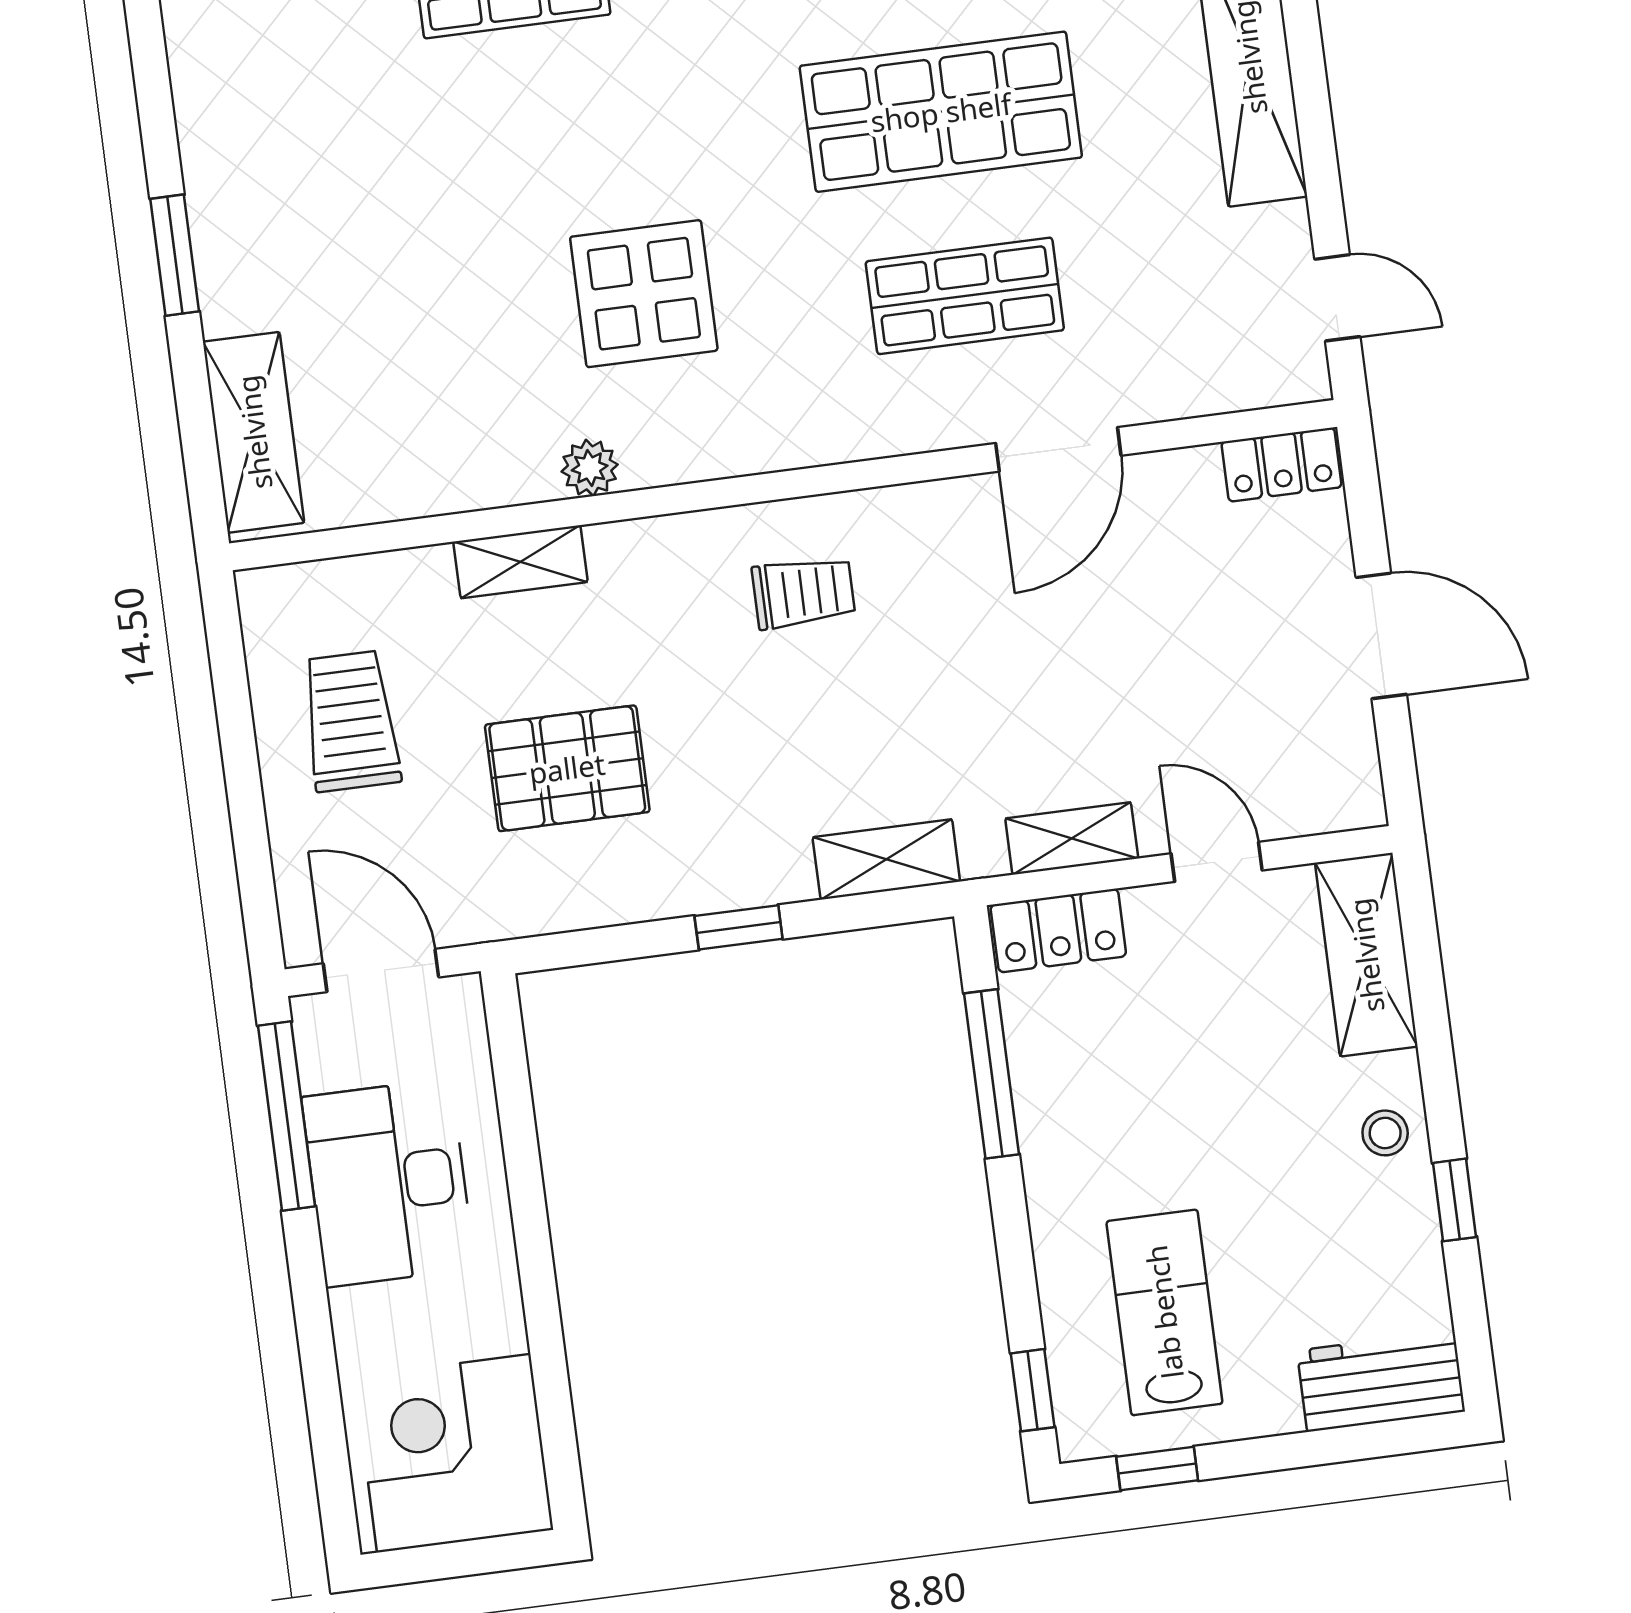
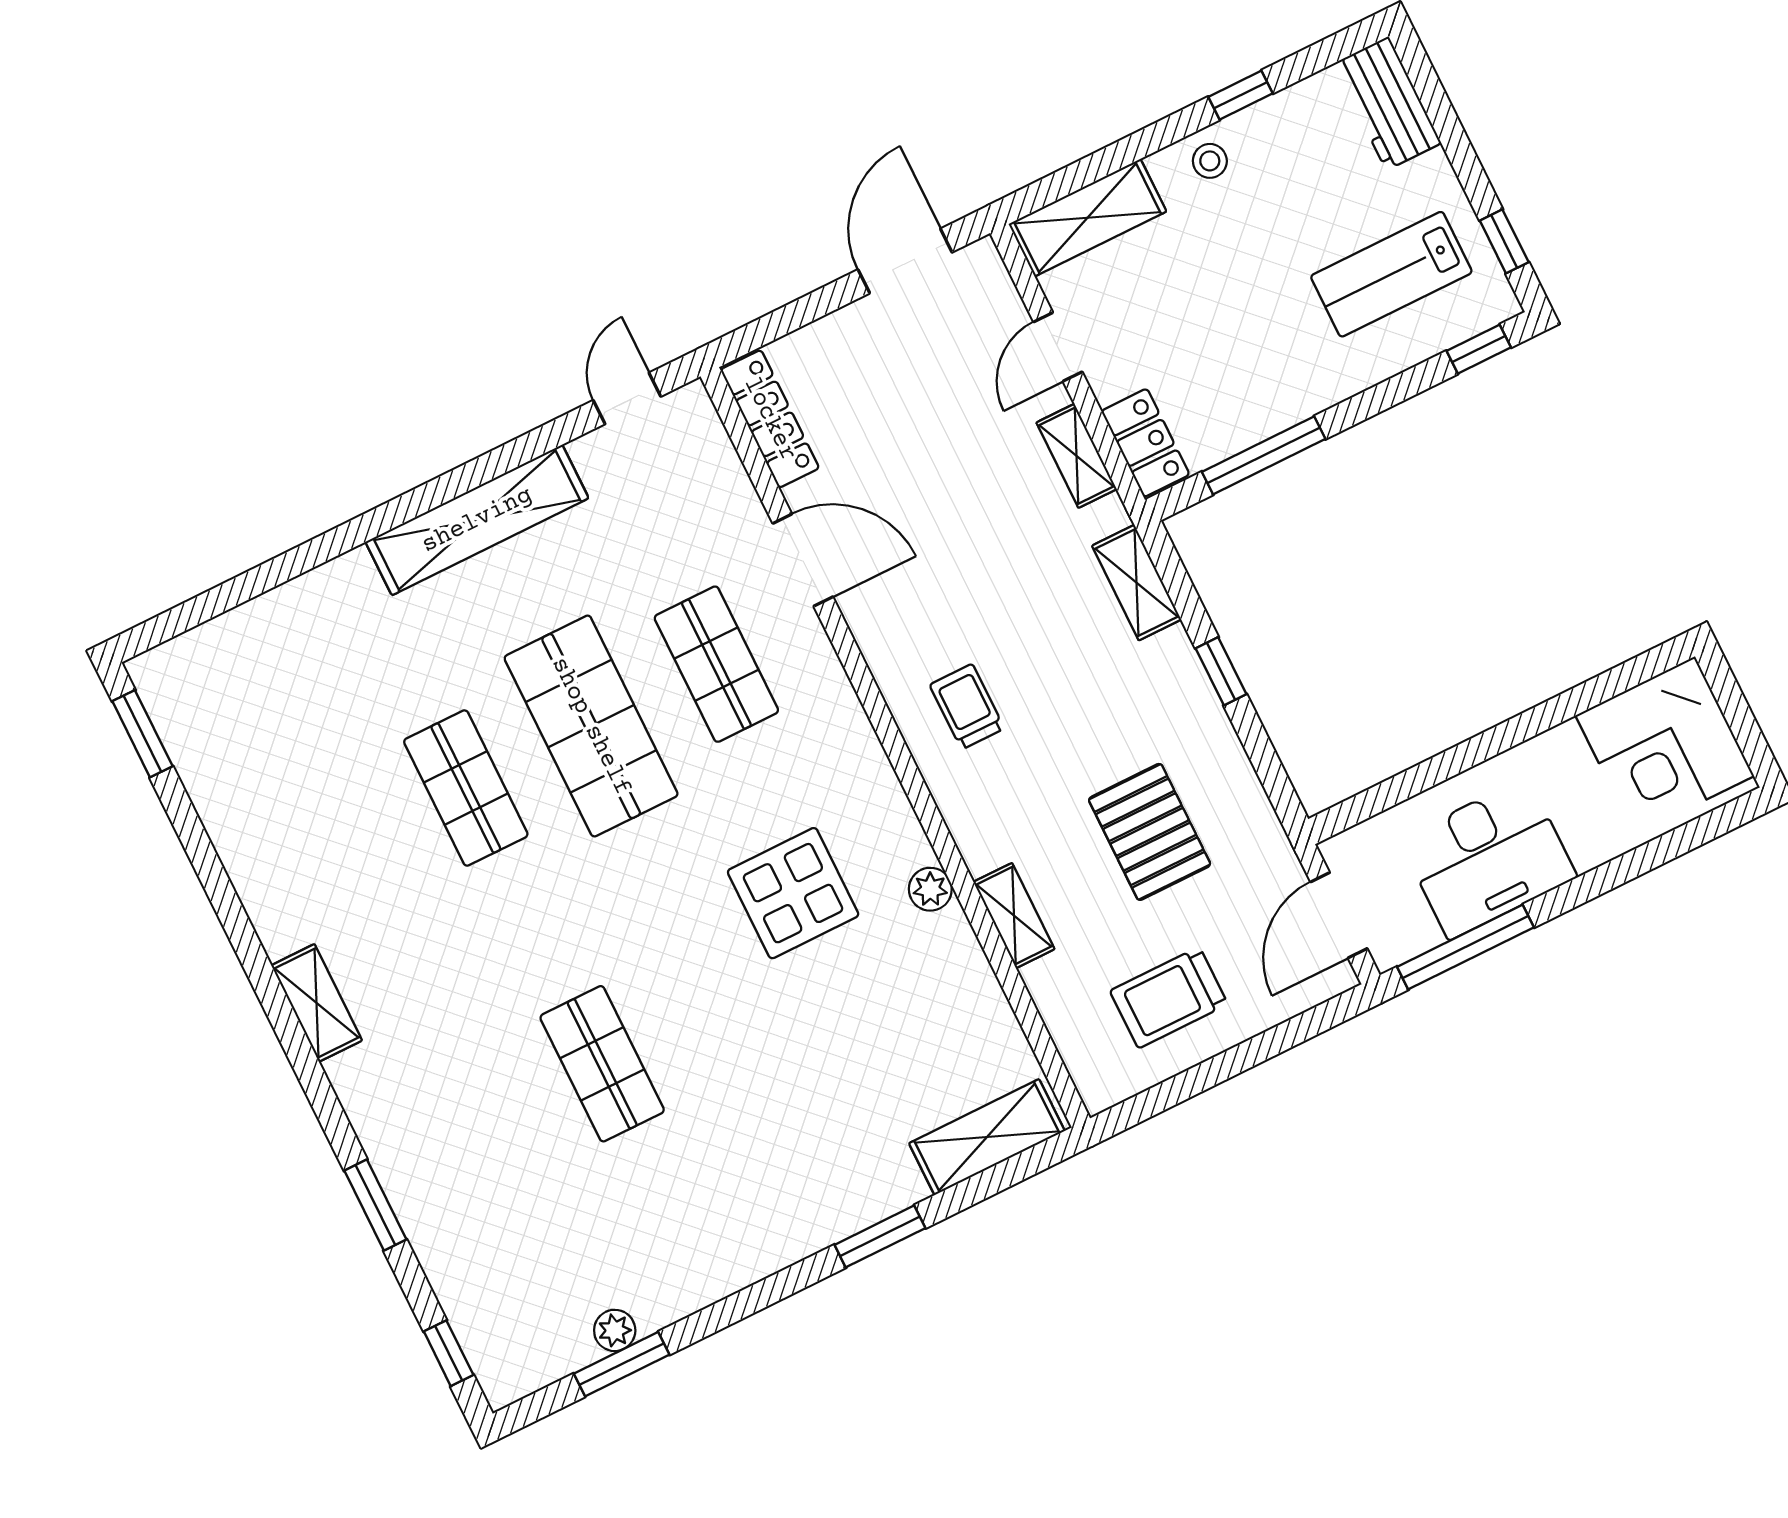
locker: (1281, 465) -> (770, 419), width x1.53
door: (1381, 636) -> (905, 261), moved

